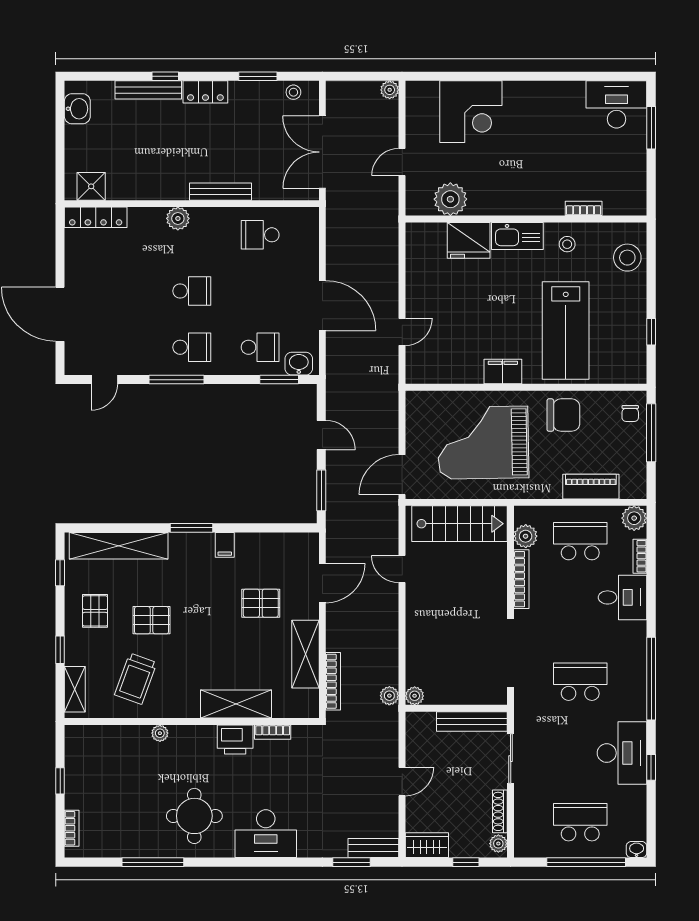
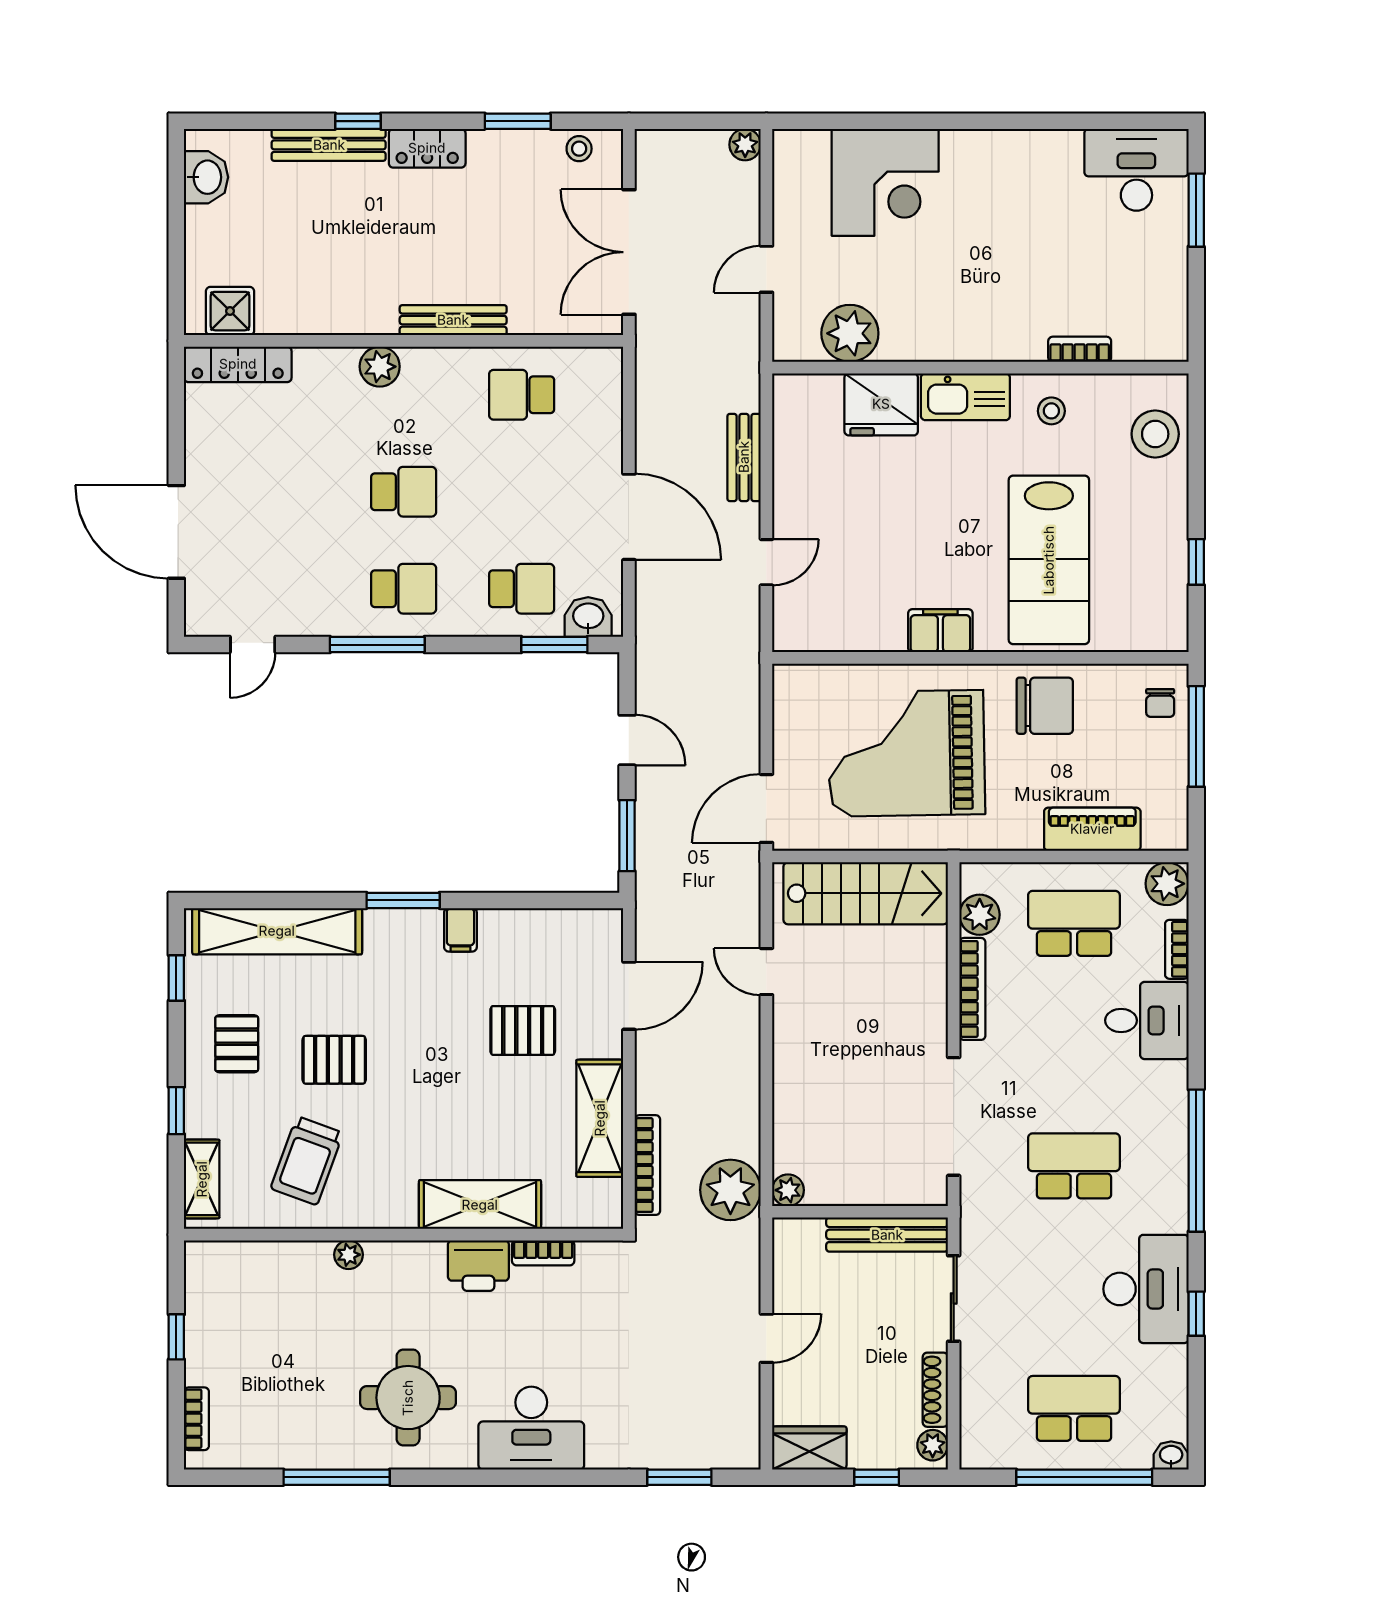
plant: (389, 696) -> (730, 1190), width x1.88, depth x1.88
bench: (373, 848) -> (744, 457), moved, turned 90

